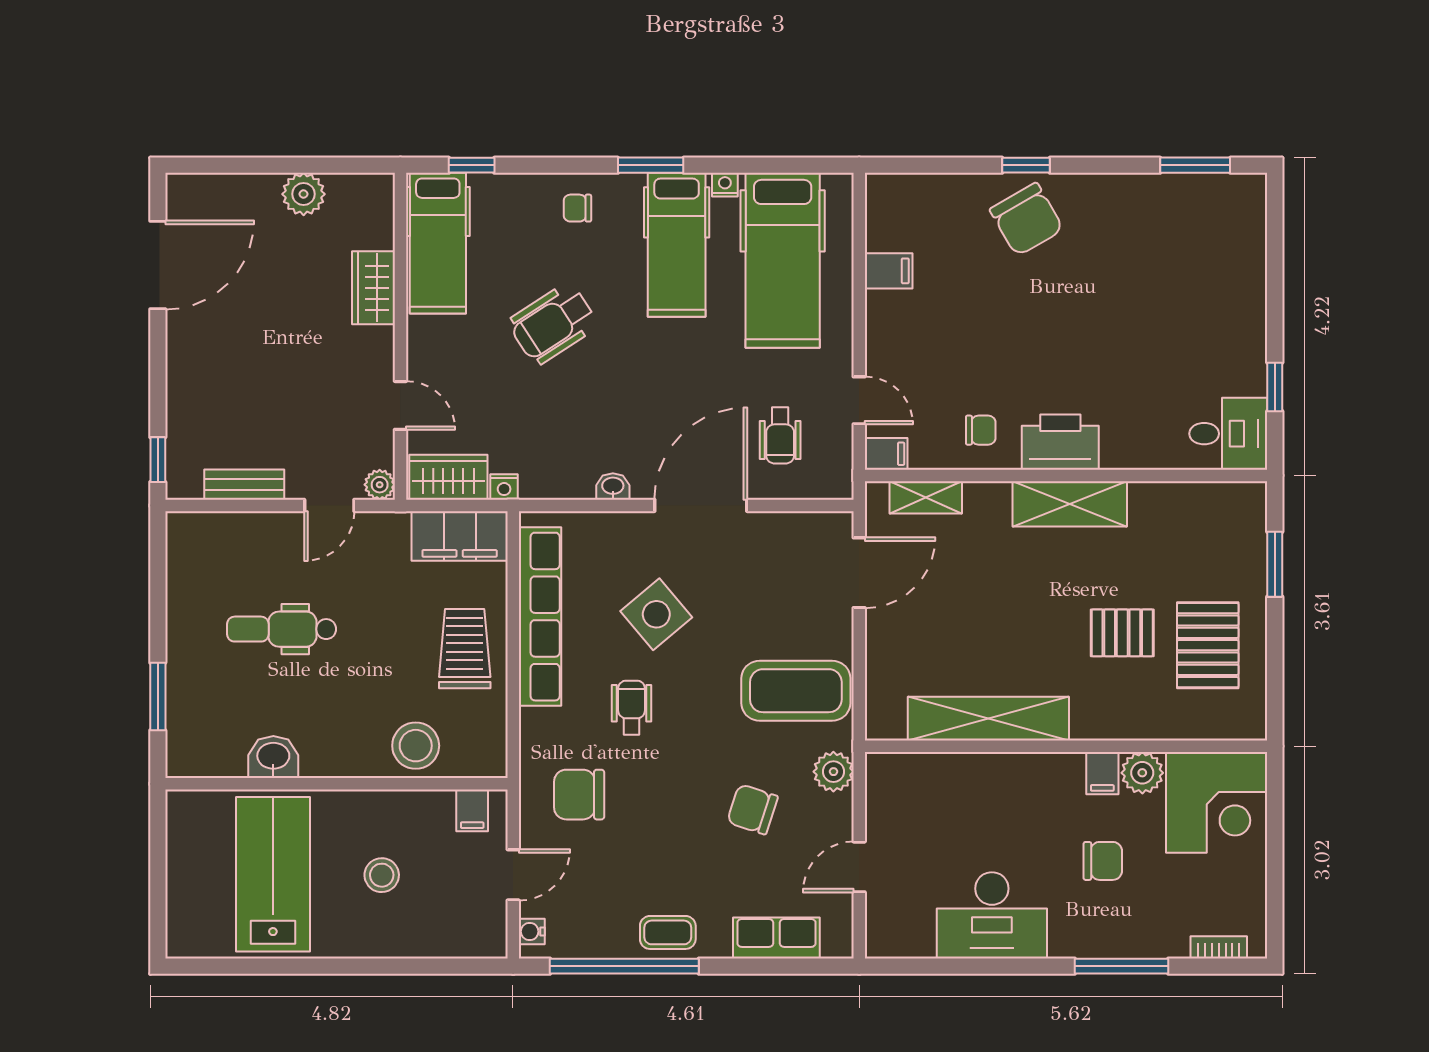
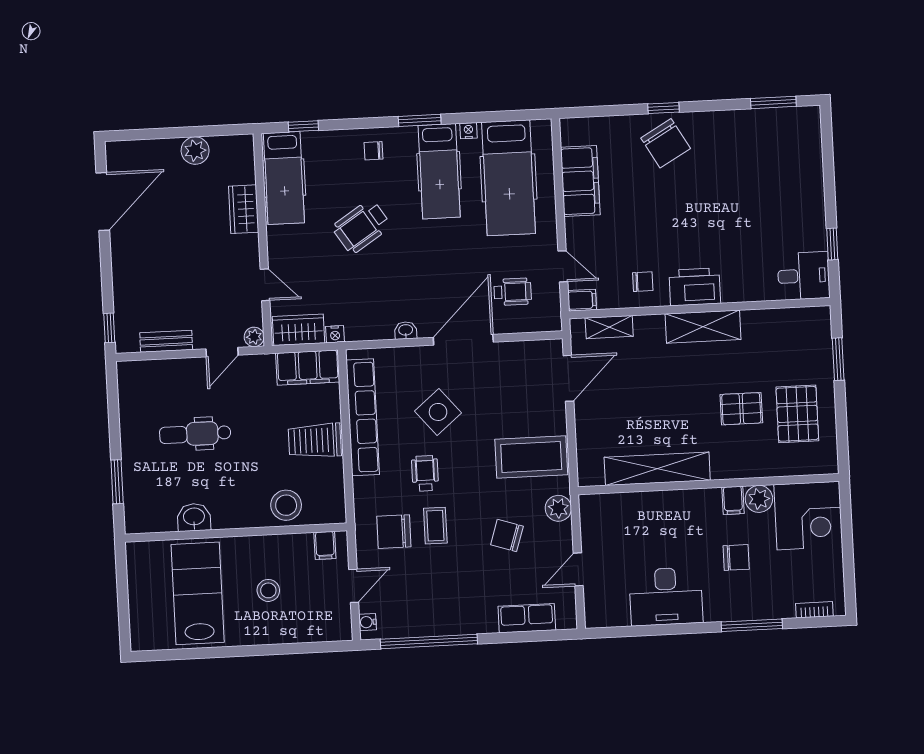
filing cabinet: (889, 271) -> (580, 181), width x3.00, depth x1.17
wheelchair: (780, 435) -> (513, 292), turned -90
trolley: (465, 649) -> (315, 441), turned -90
coffee table: (668, 932) -> (435, 526), moved, turned 90

